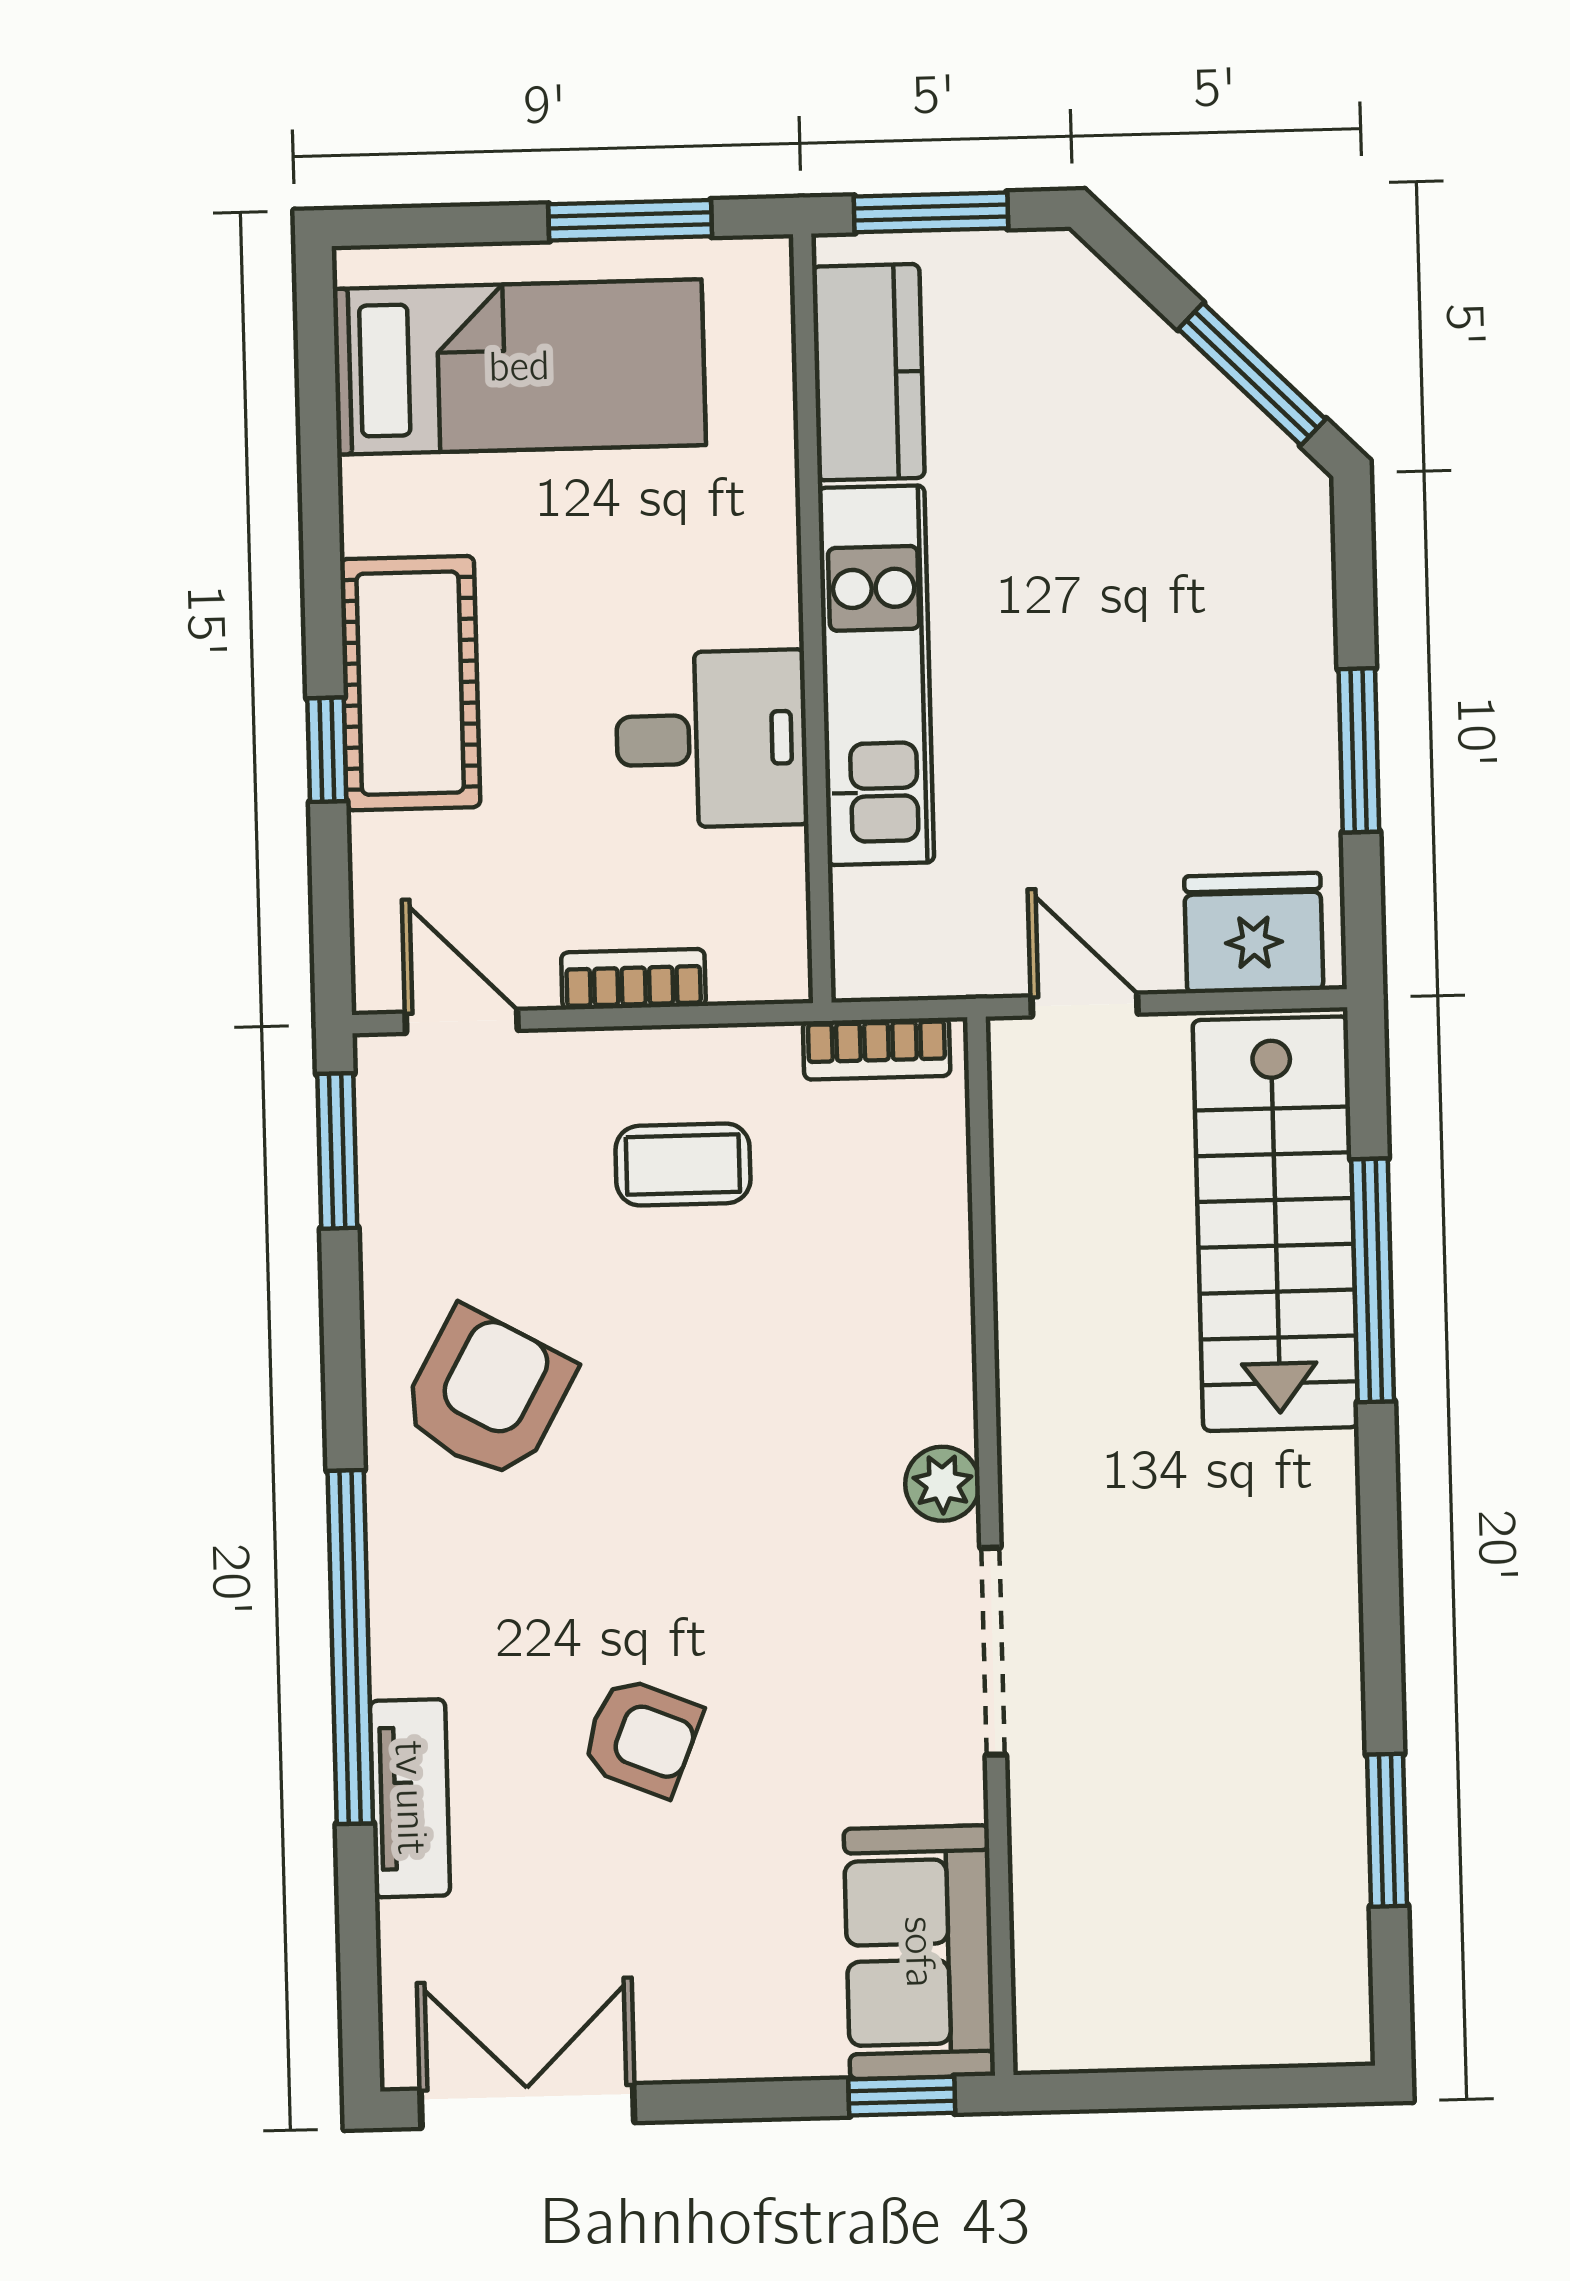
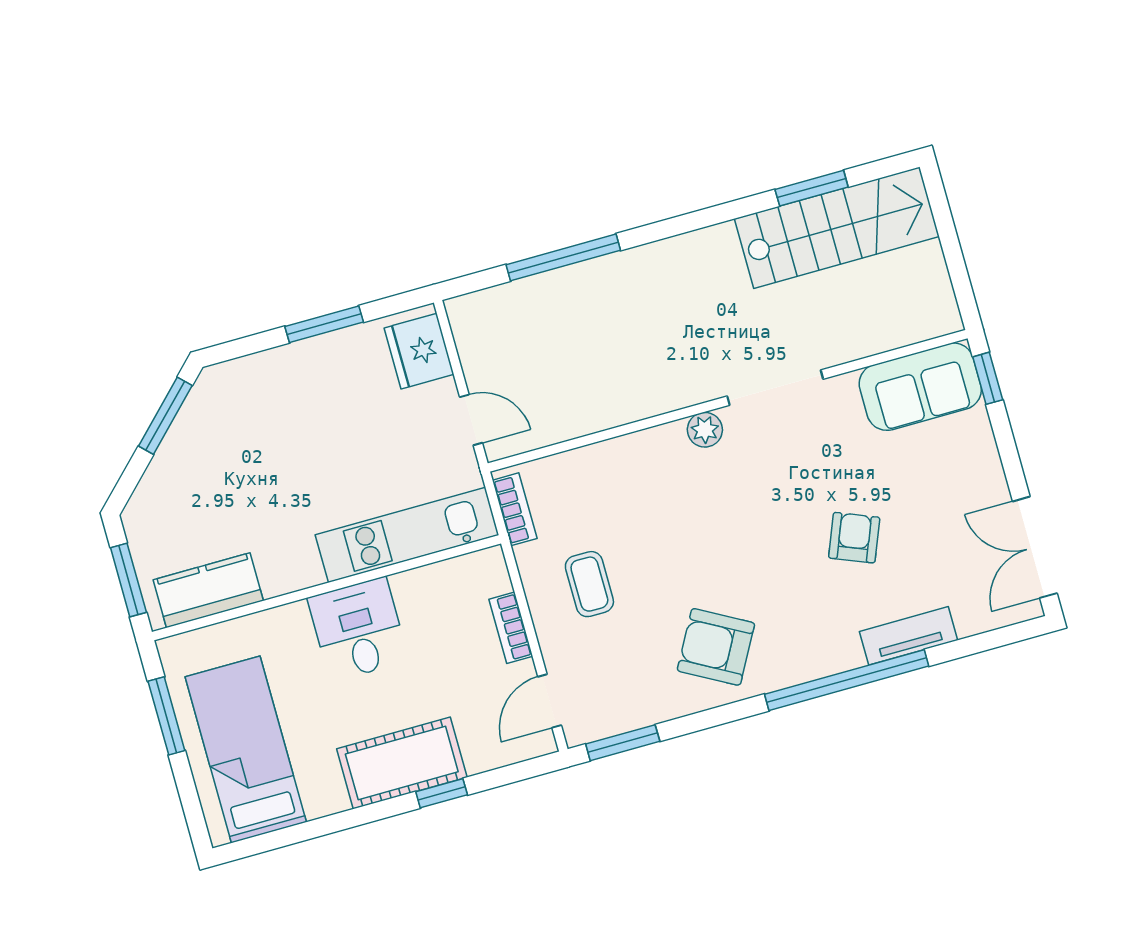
kitchen unit: (876, 675) -> (407, 535), moved
desk: (712, 739) -> (358, 629), moved
door: (1085, 1005) -> (471, 420), swing flipped
stairs: (1275, 1224) -> (837, 228), moved

